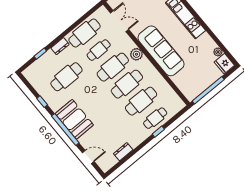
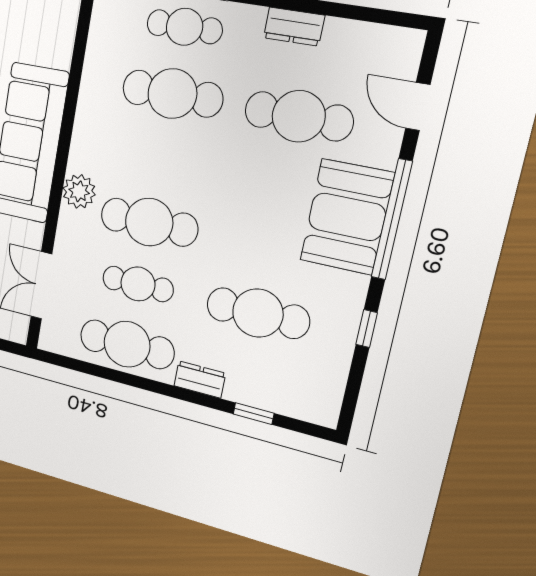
cafe table: (127, 84) -> (299, 116), moved
dresser: (123, 152) -> (294, 27), moved

